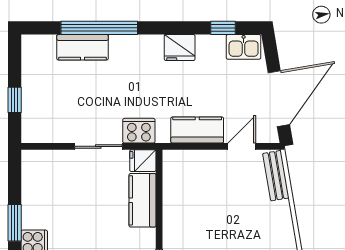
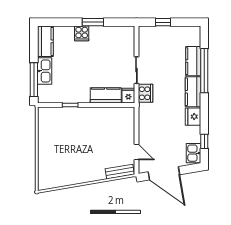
kitchen counter: (197, 130) -> (193, 92), moved, turned 180

